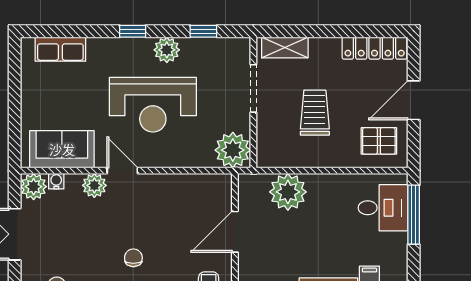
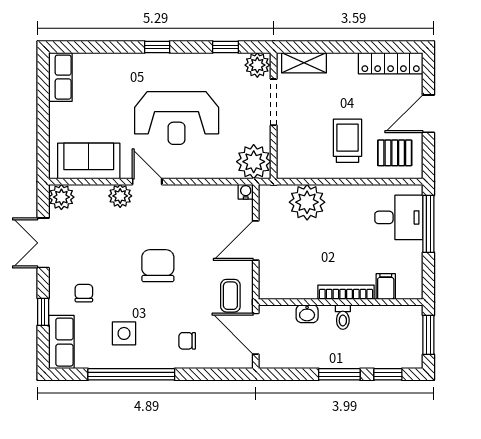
row of seats: (60, 49) -> (60, 77), moved, turned -90
plant: (167, 50) -> (257, 65), moved
trolley: (315, 113) -> (347, 141), moved
water cooler: (56, 181) -> (246, 192), moved
chair: (133, 258) -> (158, 266), width x1.87, depth x1.87

